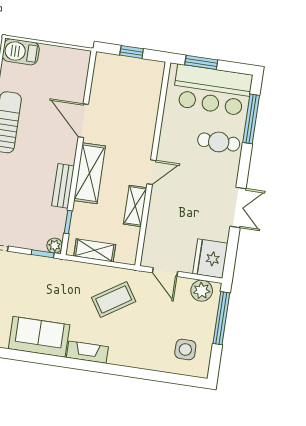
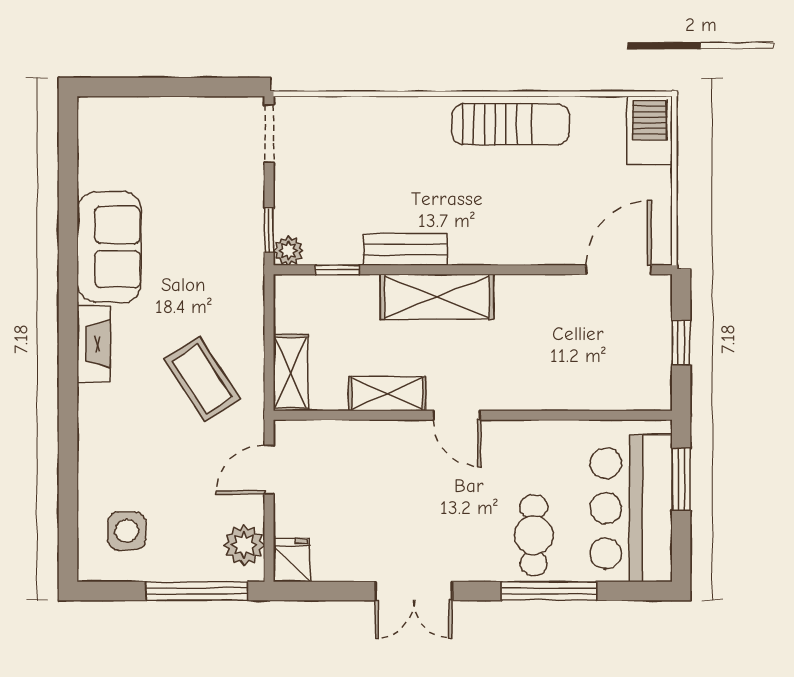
window: (251, 119) -> (549, 591), moved
door: (83, 121) -> (619, 270), moved
shelving: (95, 250) -> (291, 373), moved
fridge: (210, 259) -> (292, 560), width x0.53, depth x0.75

